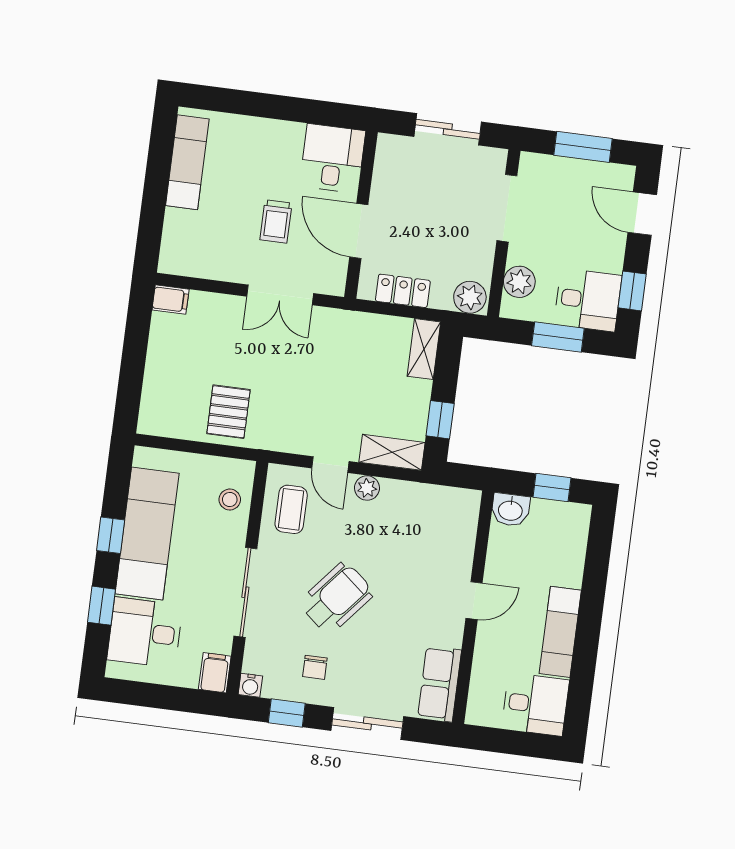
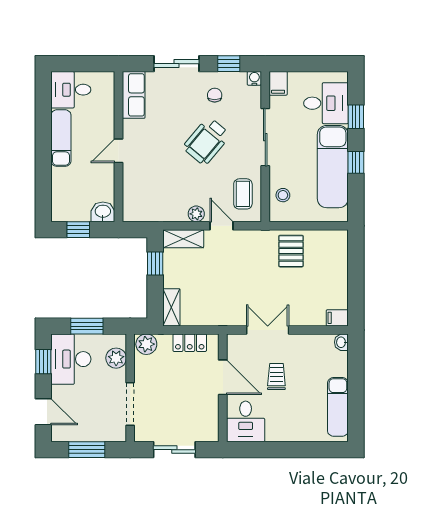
washbasin: (169, 261) -> (341, 342), added
desk: (588, 300) -> (71, 359), width x1.37

